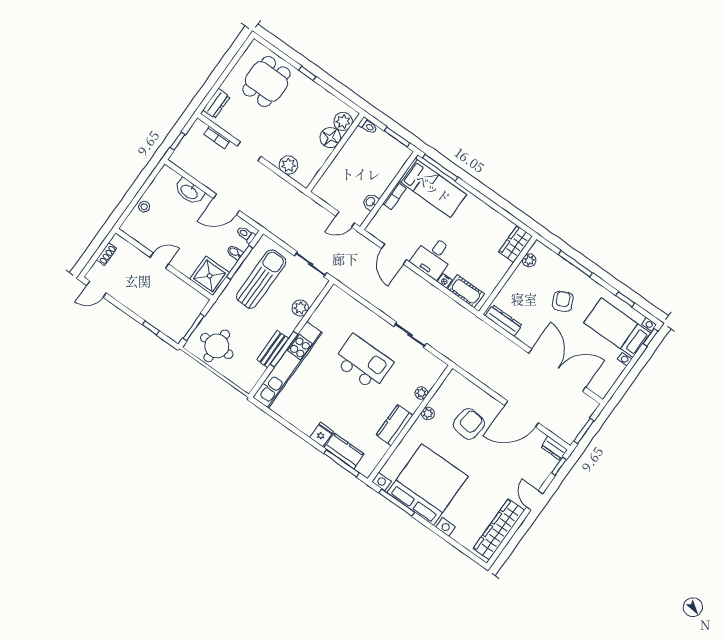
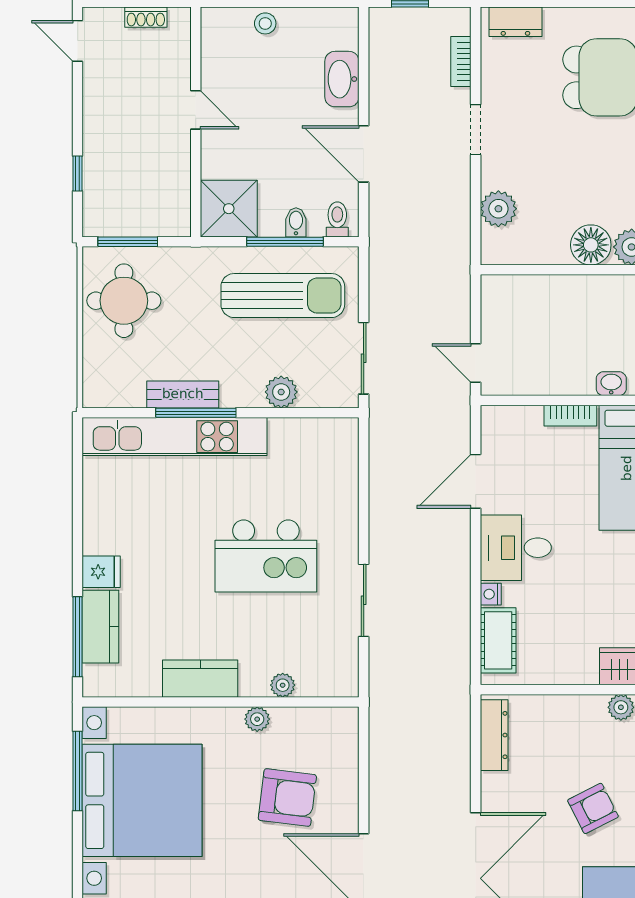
washbasin: (371, 202) -> (611, 384), moved
kitchen island: (363, 362) -> (266, 556), turned 90

